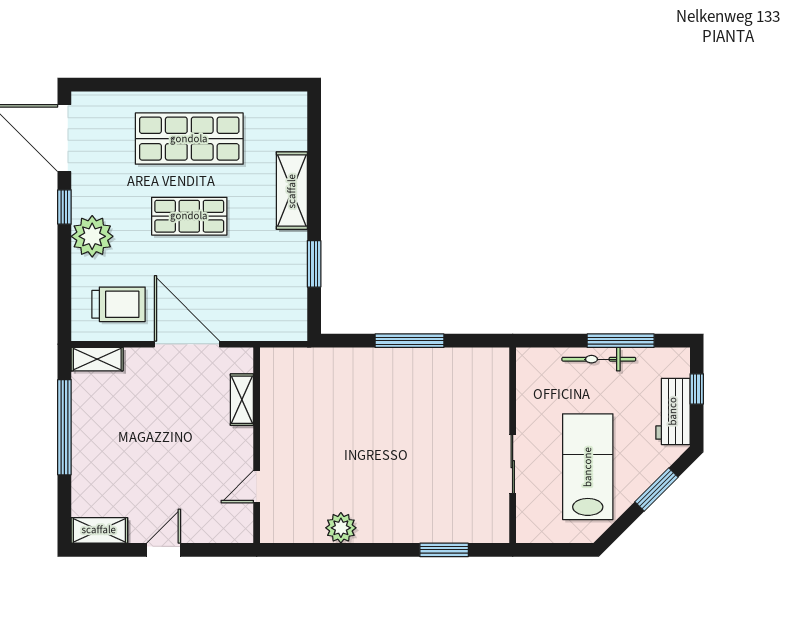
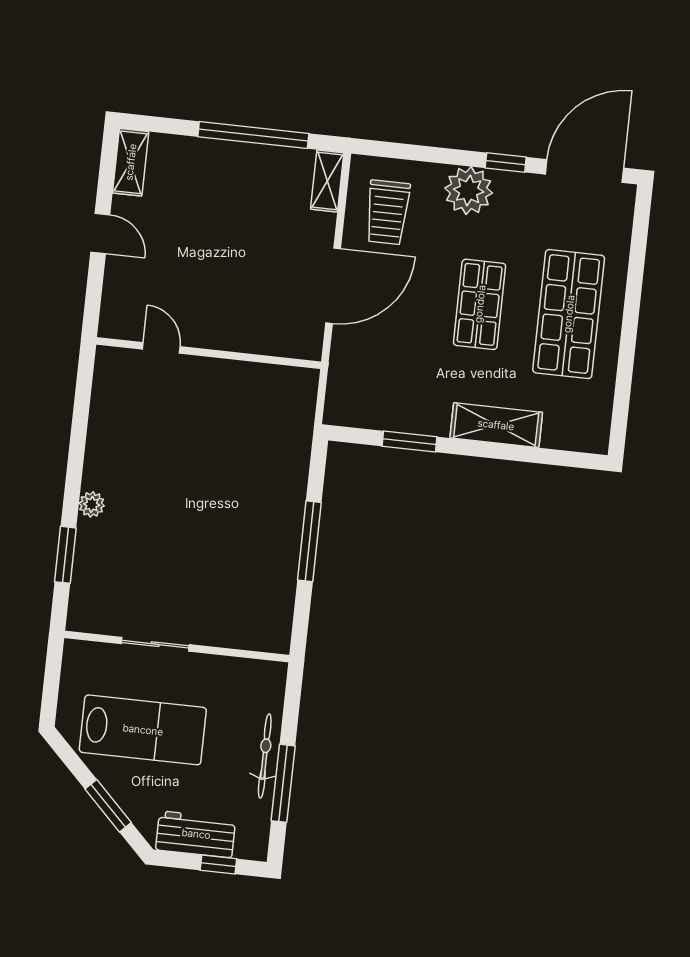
shelving: (242, 400) -> (263, 342), removed
plant: (341, 528) -> (92, 504), moved, width x0.73, depth x0.73

